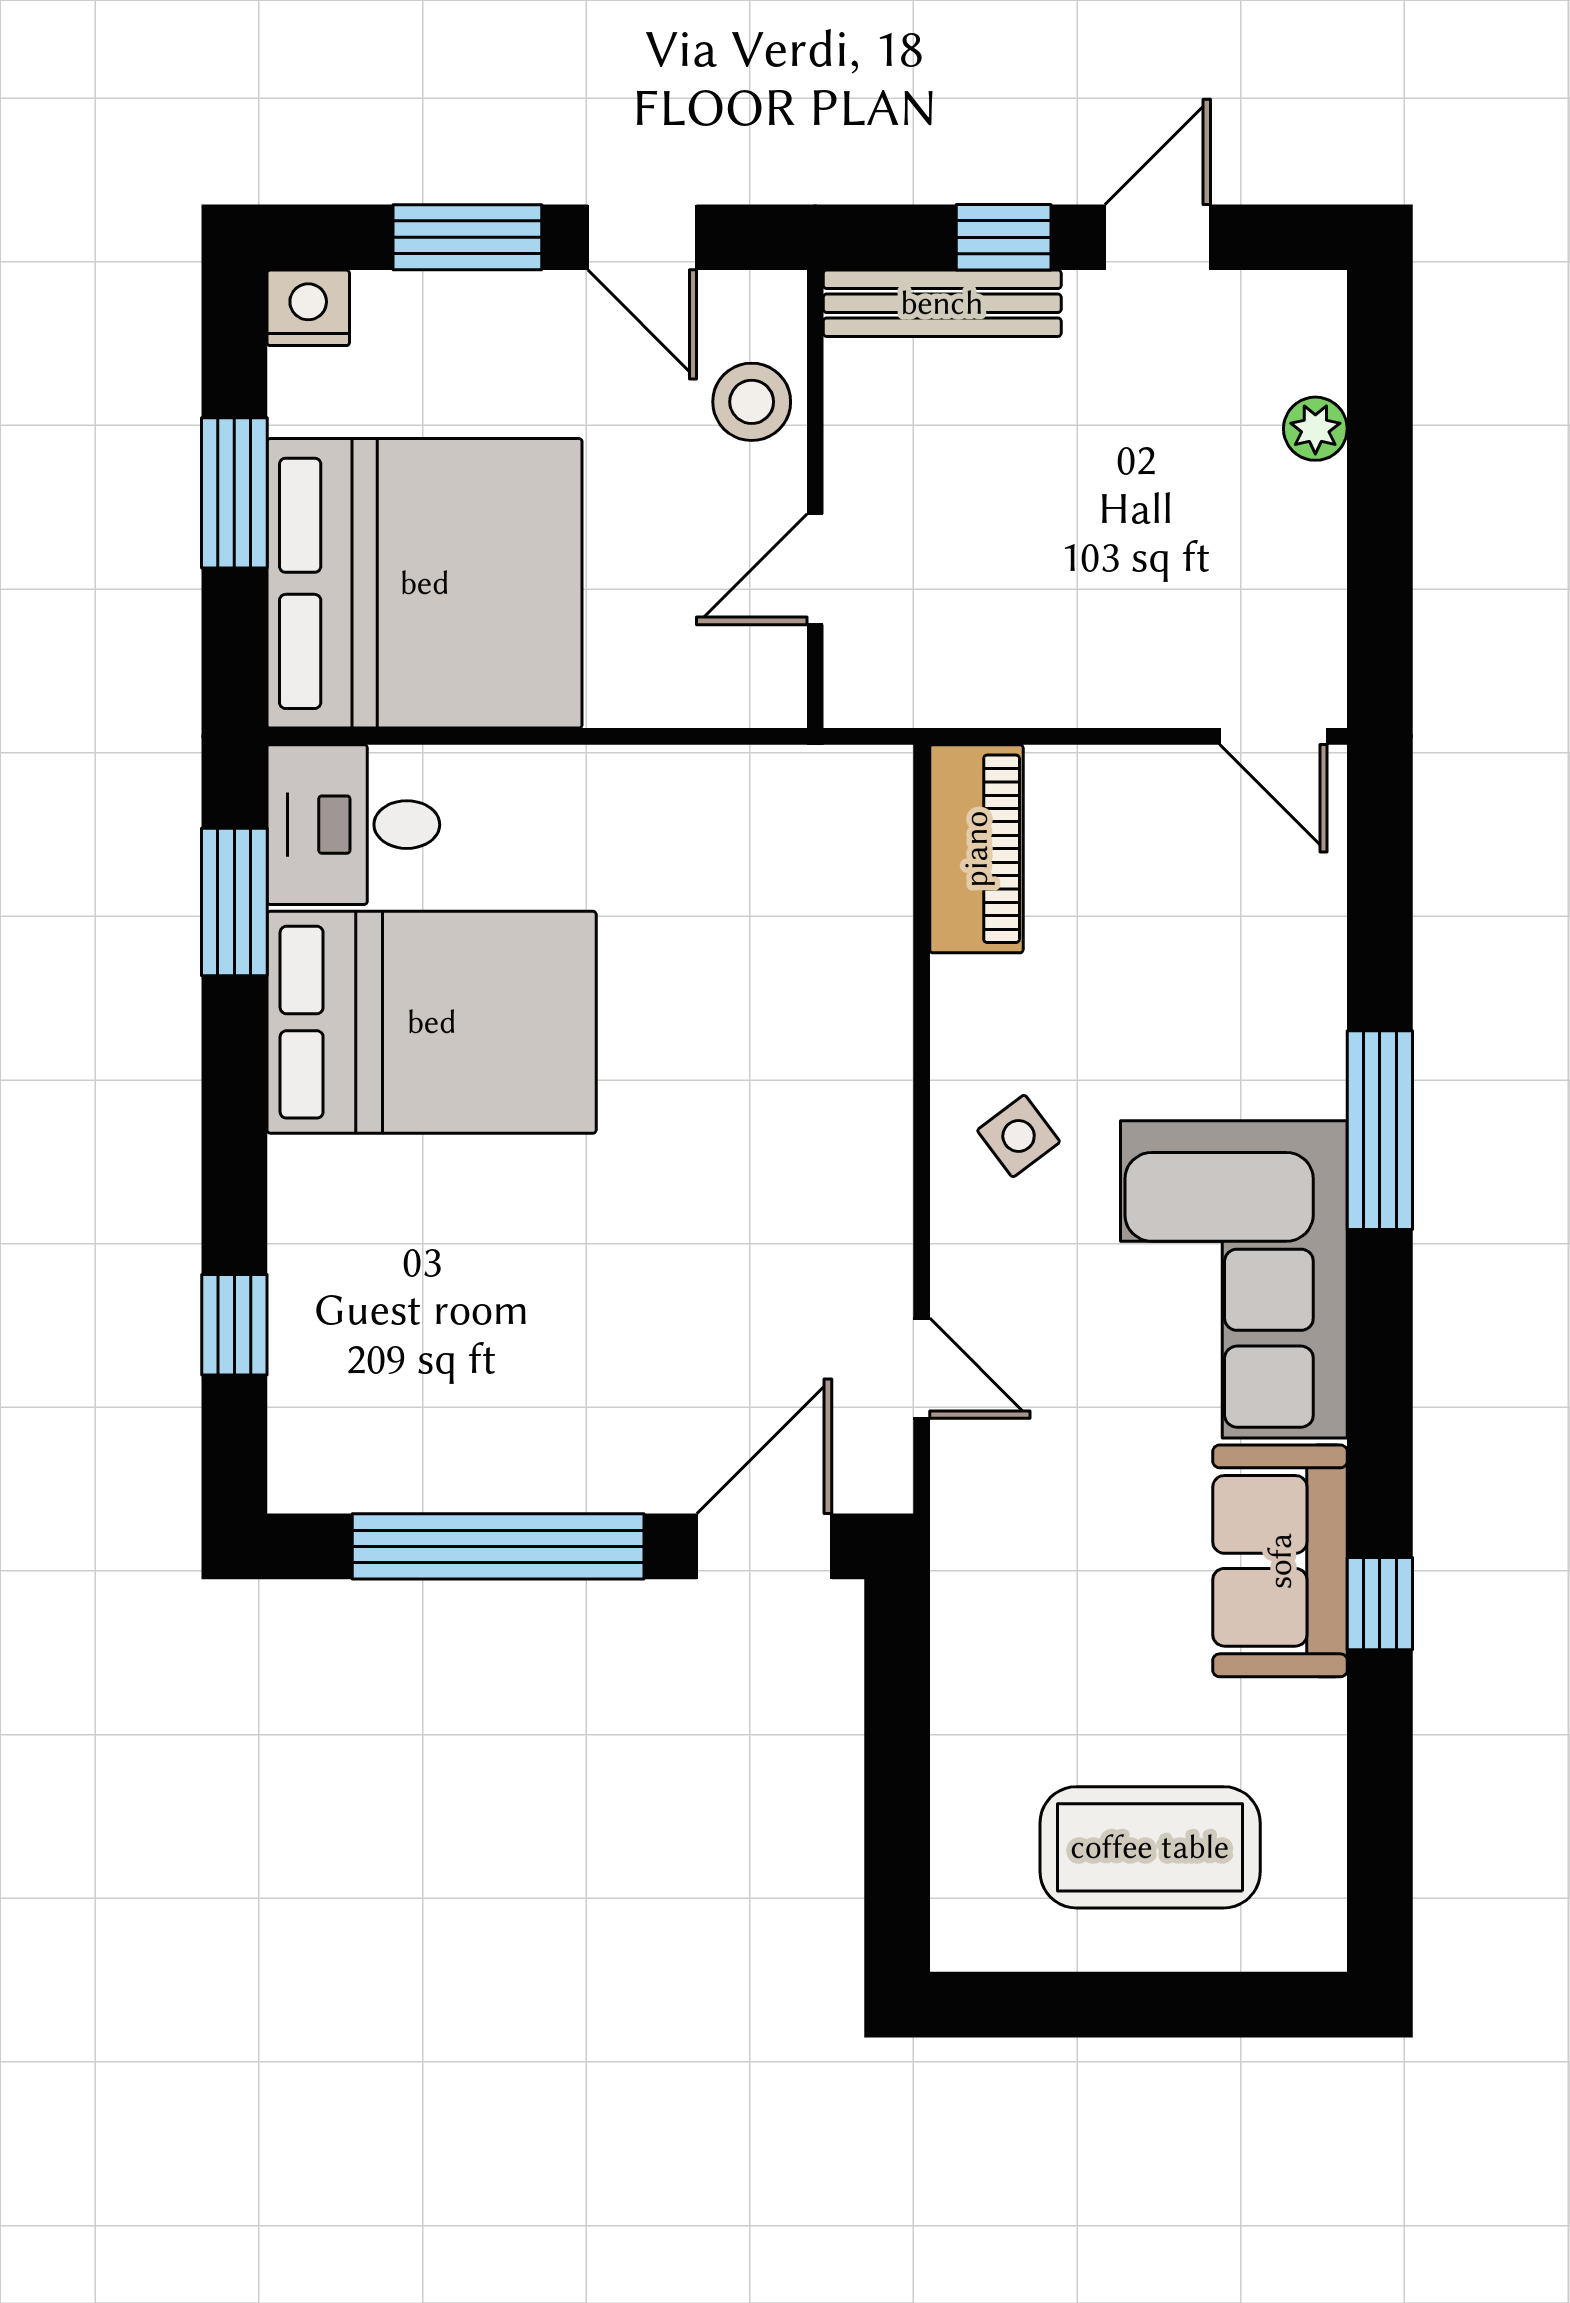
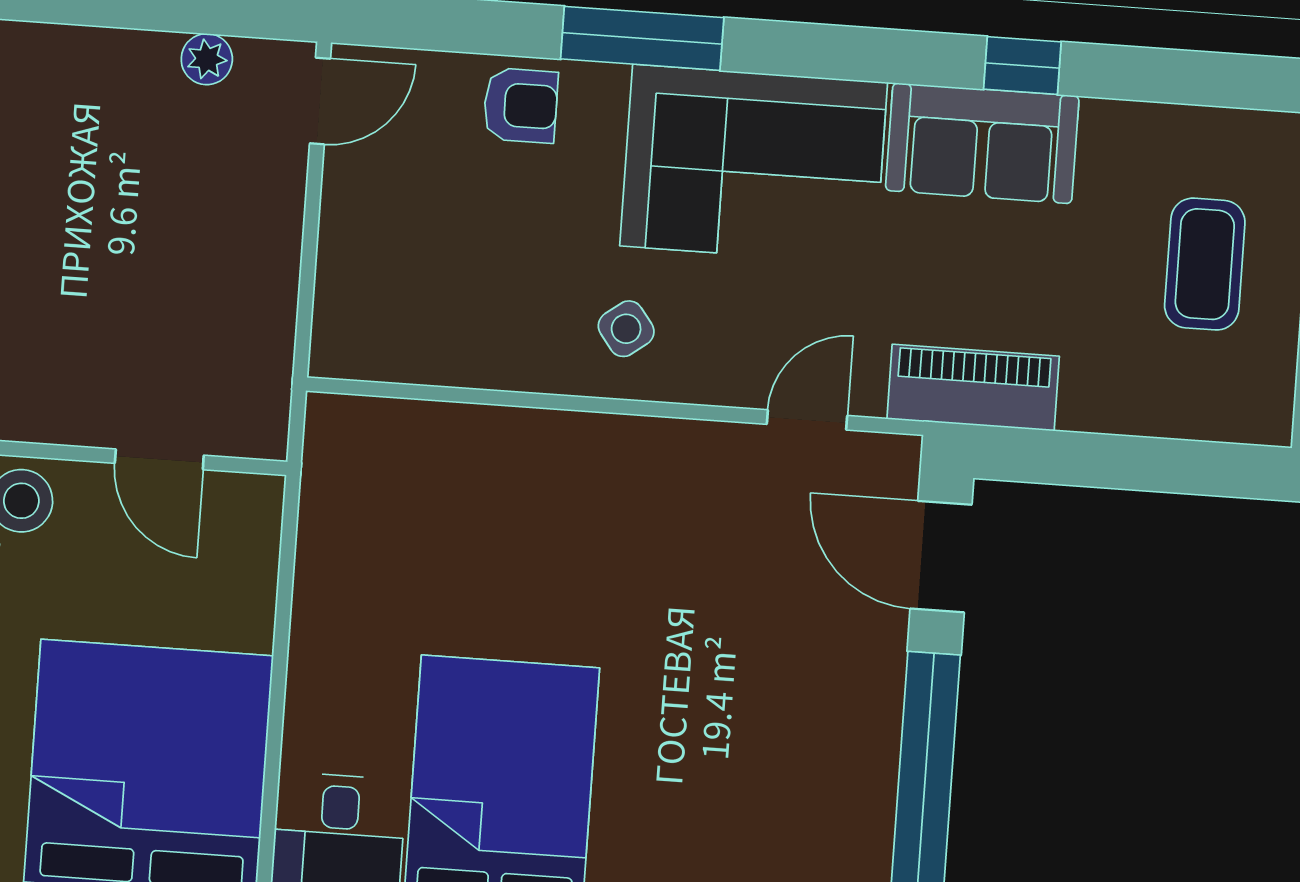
plant: (1315, 429) -> (207, 59), moved
piano: (976, 849) -> (973, 388), moved
armchair: (1286, 985) -> (521, 105), added
coffee table: (1150, 1847) -> (1205, 264), width x0.73, depth x0.76

